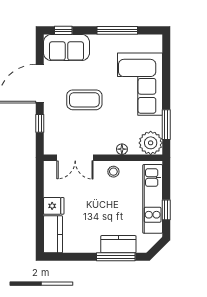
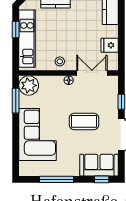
floor lamp: (122, 149) -> (69, 80), moved
fridge: (54, 206) -> (110, 45), moved

